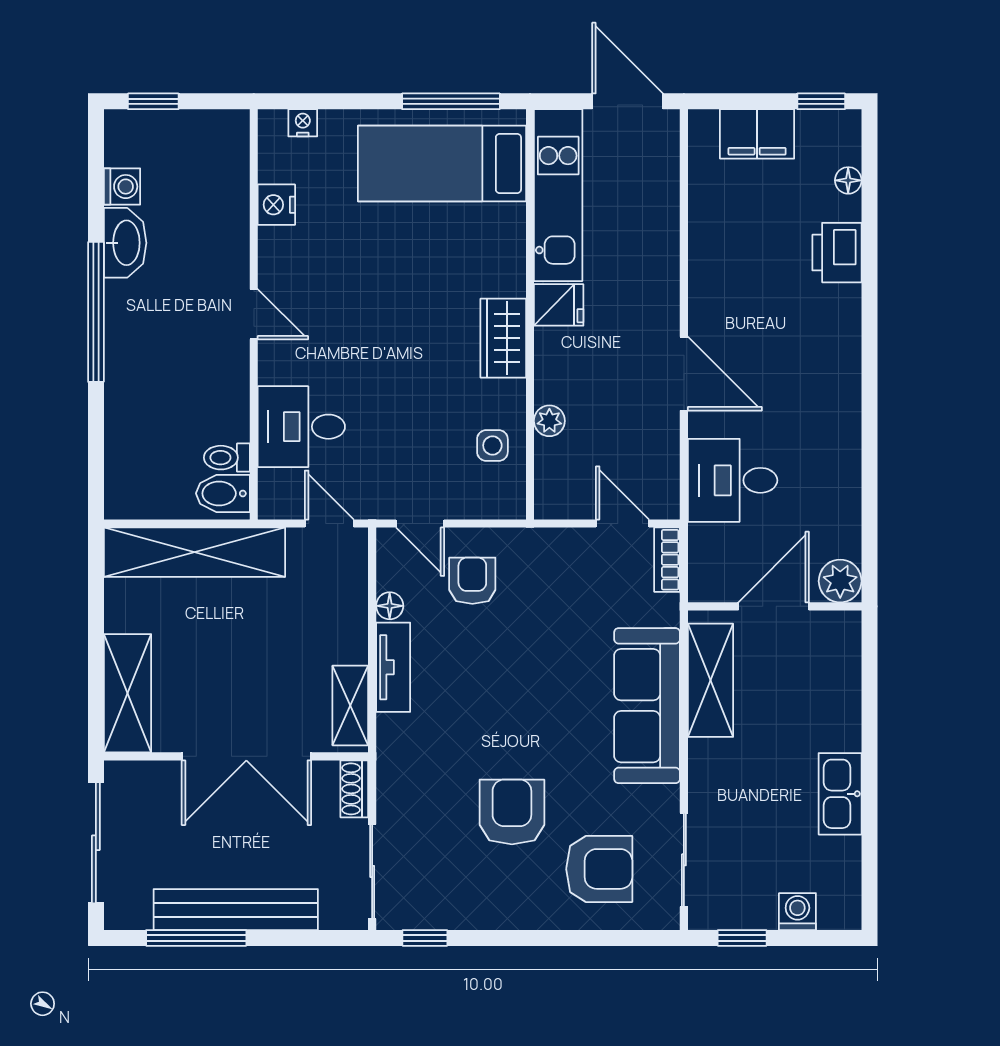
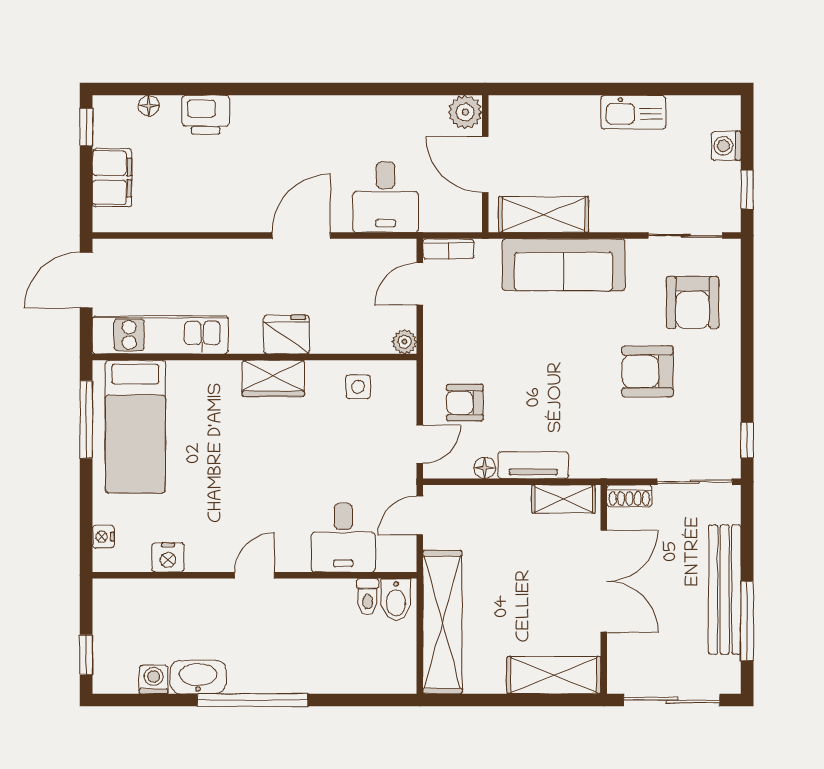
fridge: (559, 305) -> (286, 334), moved, width x1.38
plant: (549, 421) -> (404, 342), moved
armchair: (599, 869) -> (693, 302), turned 180

